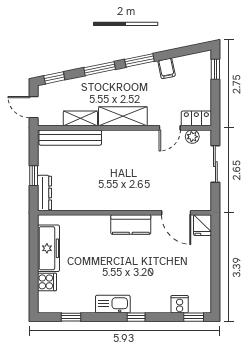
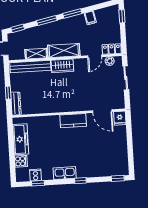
wardrobe: (119, 140) -> (62, 66), added
cooker: (180, 304) -> (36, 175), moved

